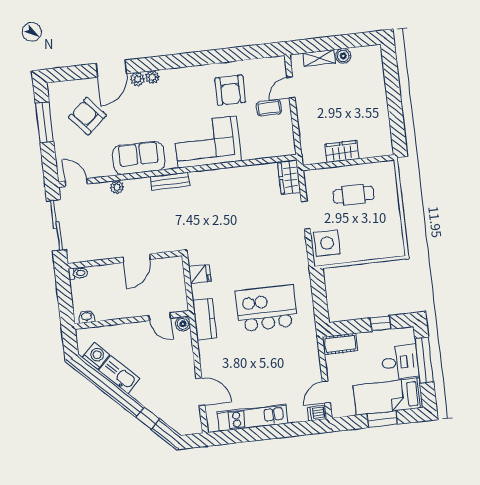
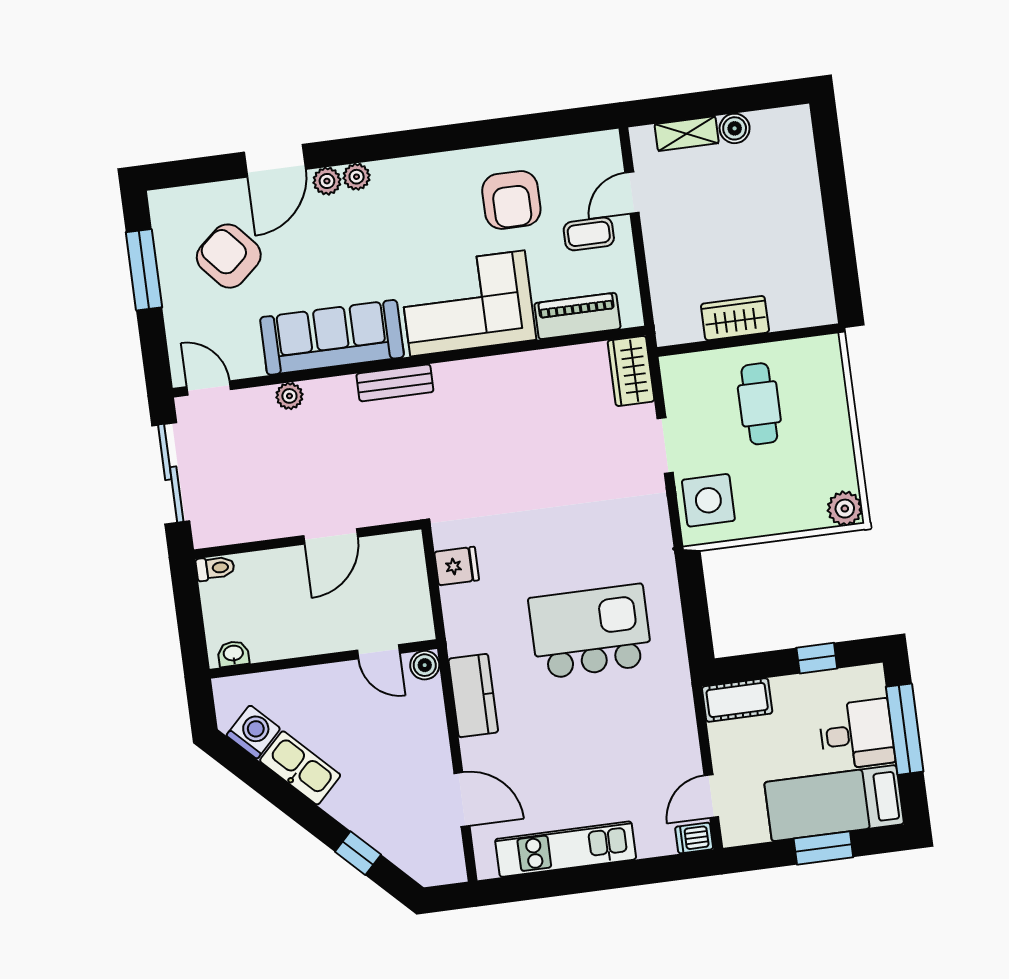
piano: (263, 149) -> (577, 316), added
sofa: (139, 158) -> (332, 337), width x1.36
cafe table: (354, 195) -> (759, 404), turned 90
plant: (396, 248) -> (845, 509), added
kitchen counter: (205, 319) -> (473, 696), moved

